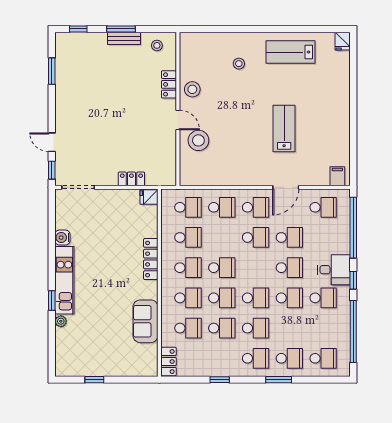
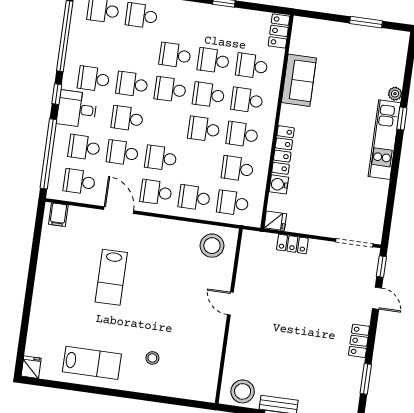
stool: (157, 45) -> (243, 391), width x1.89, depth x1.89
locker: (169, 84) -> (359, 341), moved, turned 180
stool: (192, 89) -> (209, 336), removed
stool: (198, 140) -> (212, 246), moved
door: (286, 187) -> (119, 210), hinge flipped
water cooler: (62, 238) -> (279, 184), moved, turned 180
school desk: (256, 358) -> (84, 147), moved
window: (94, 380) -> (366, 22), width x1.50

